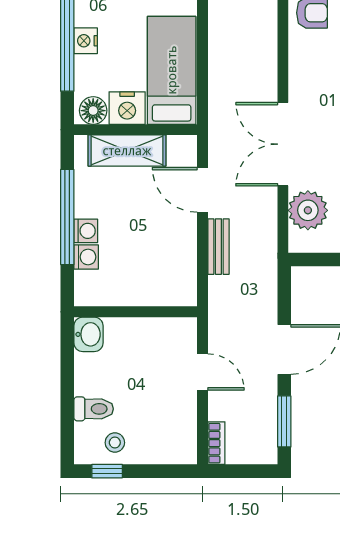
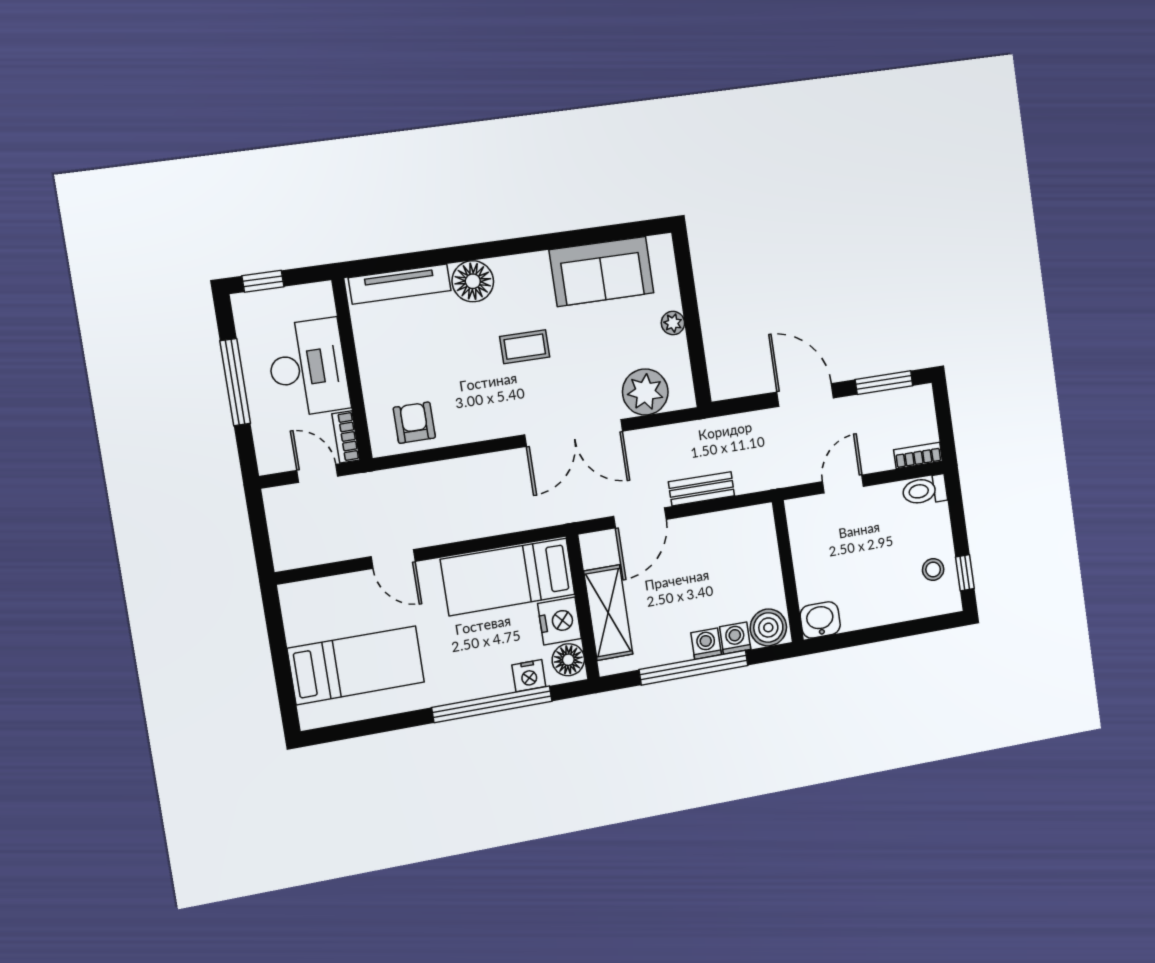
nightstand: (86, 41) -> (529, 676), moved
boiler: (90, 287) -> (768, 627), added
toilet: (94, 409) -> (925, 490), moved, turned -90

